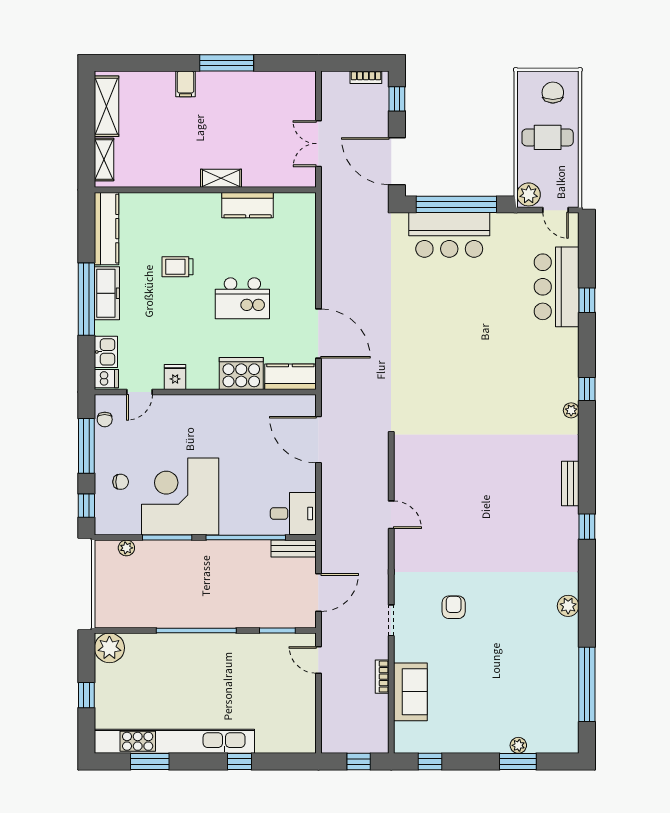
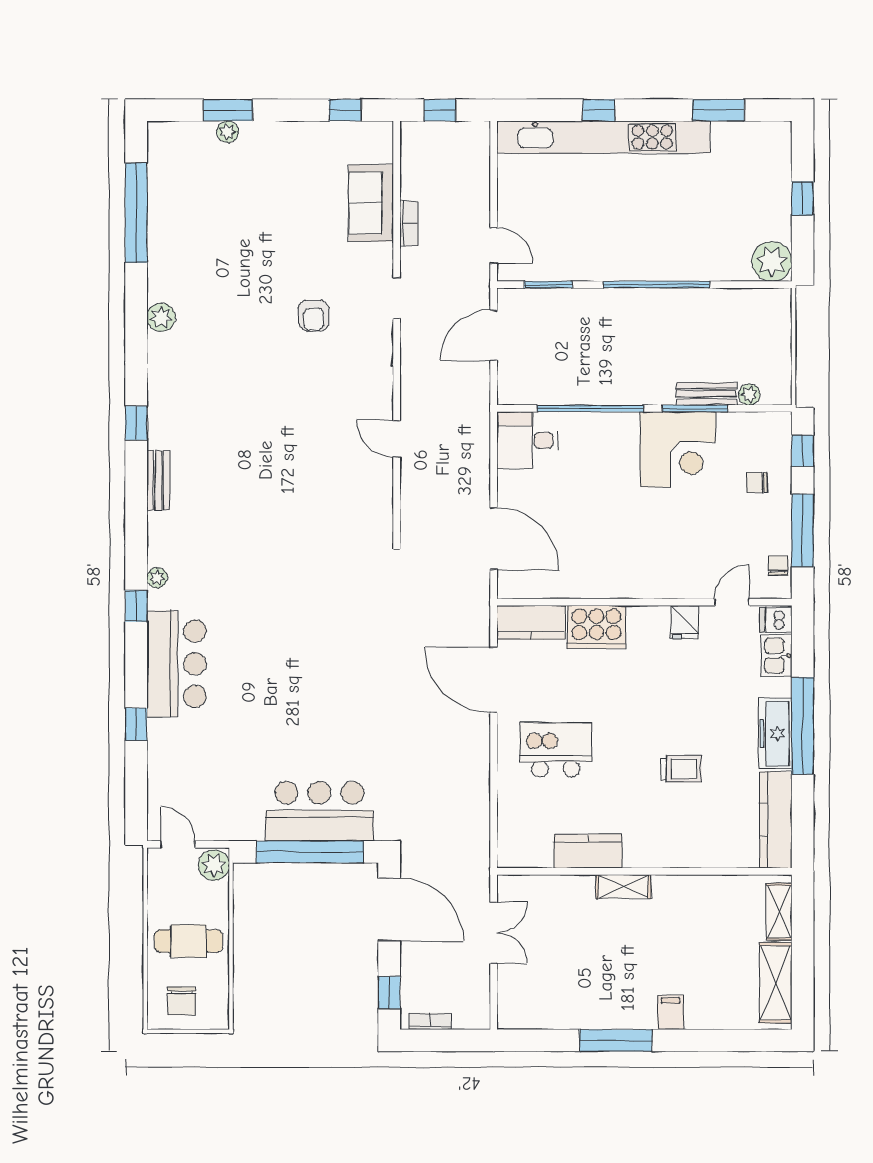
bar counter: (557, 287) -> (177, 664), moved
kitchen island: (242, 298) -> (556, 750), moved
corner desk: (180, 497) -> (678, 449), width x0.74, depth x0.74
bench: (294, 549) -> (707, 394), moved
kitchen unit: (174, 741) -> (603, 137), moved

